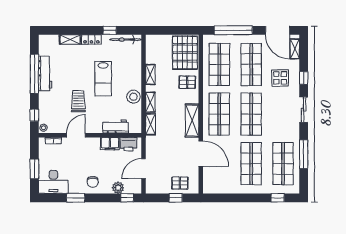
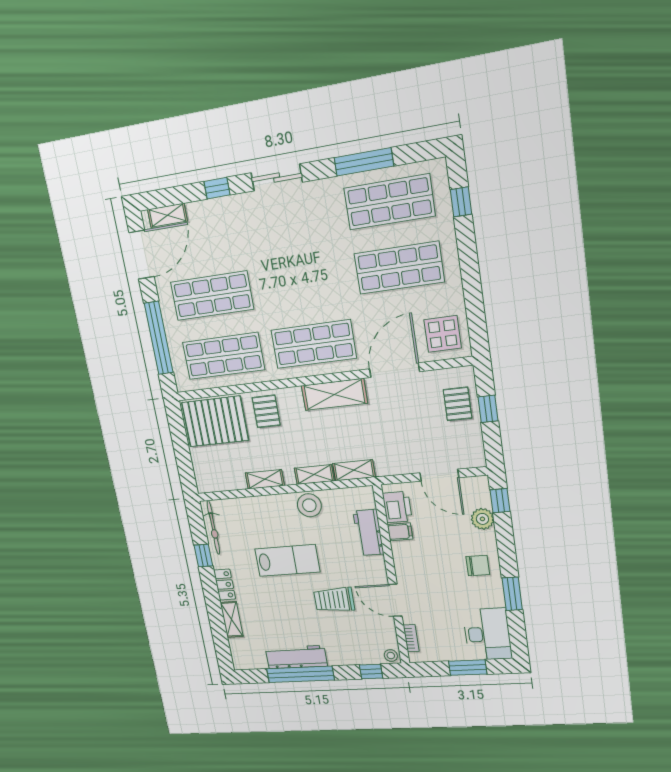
display table: (280, 78) -> (443, 334), moved
shop shelf: (251, 114) -> (303, 282), removed
filing cabinet: (110, 144) -> (400, 532), width x0.50

